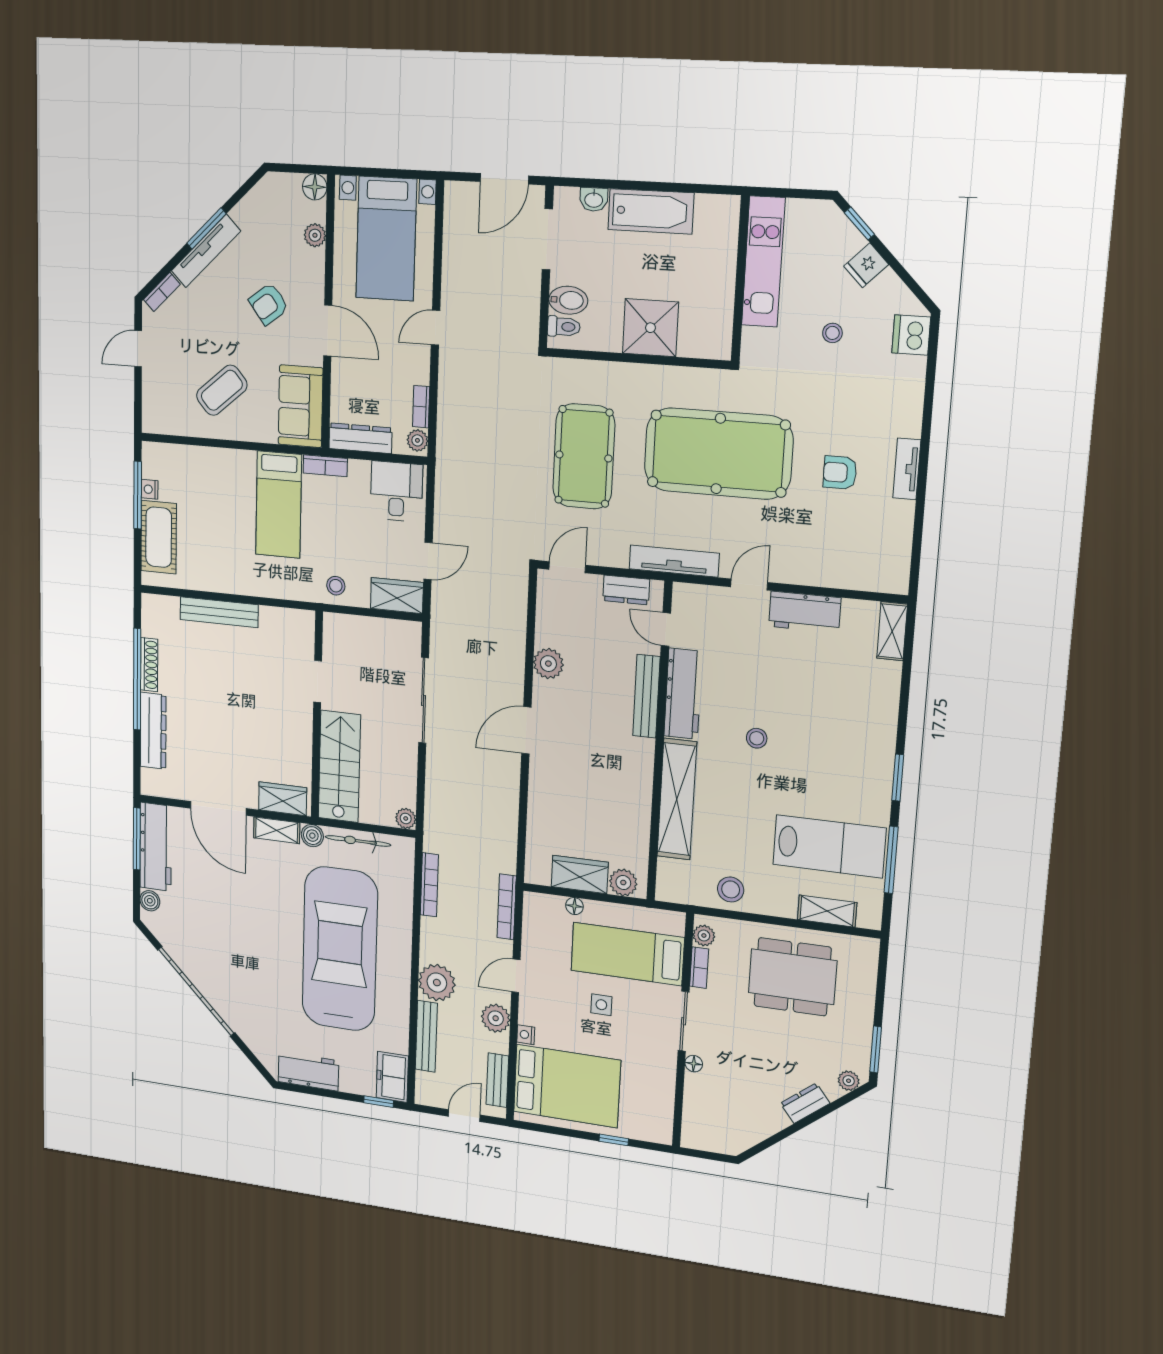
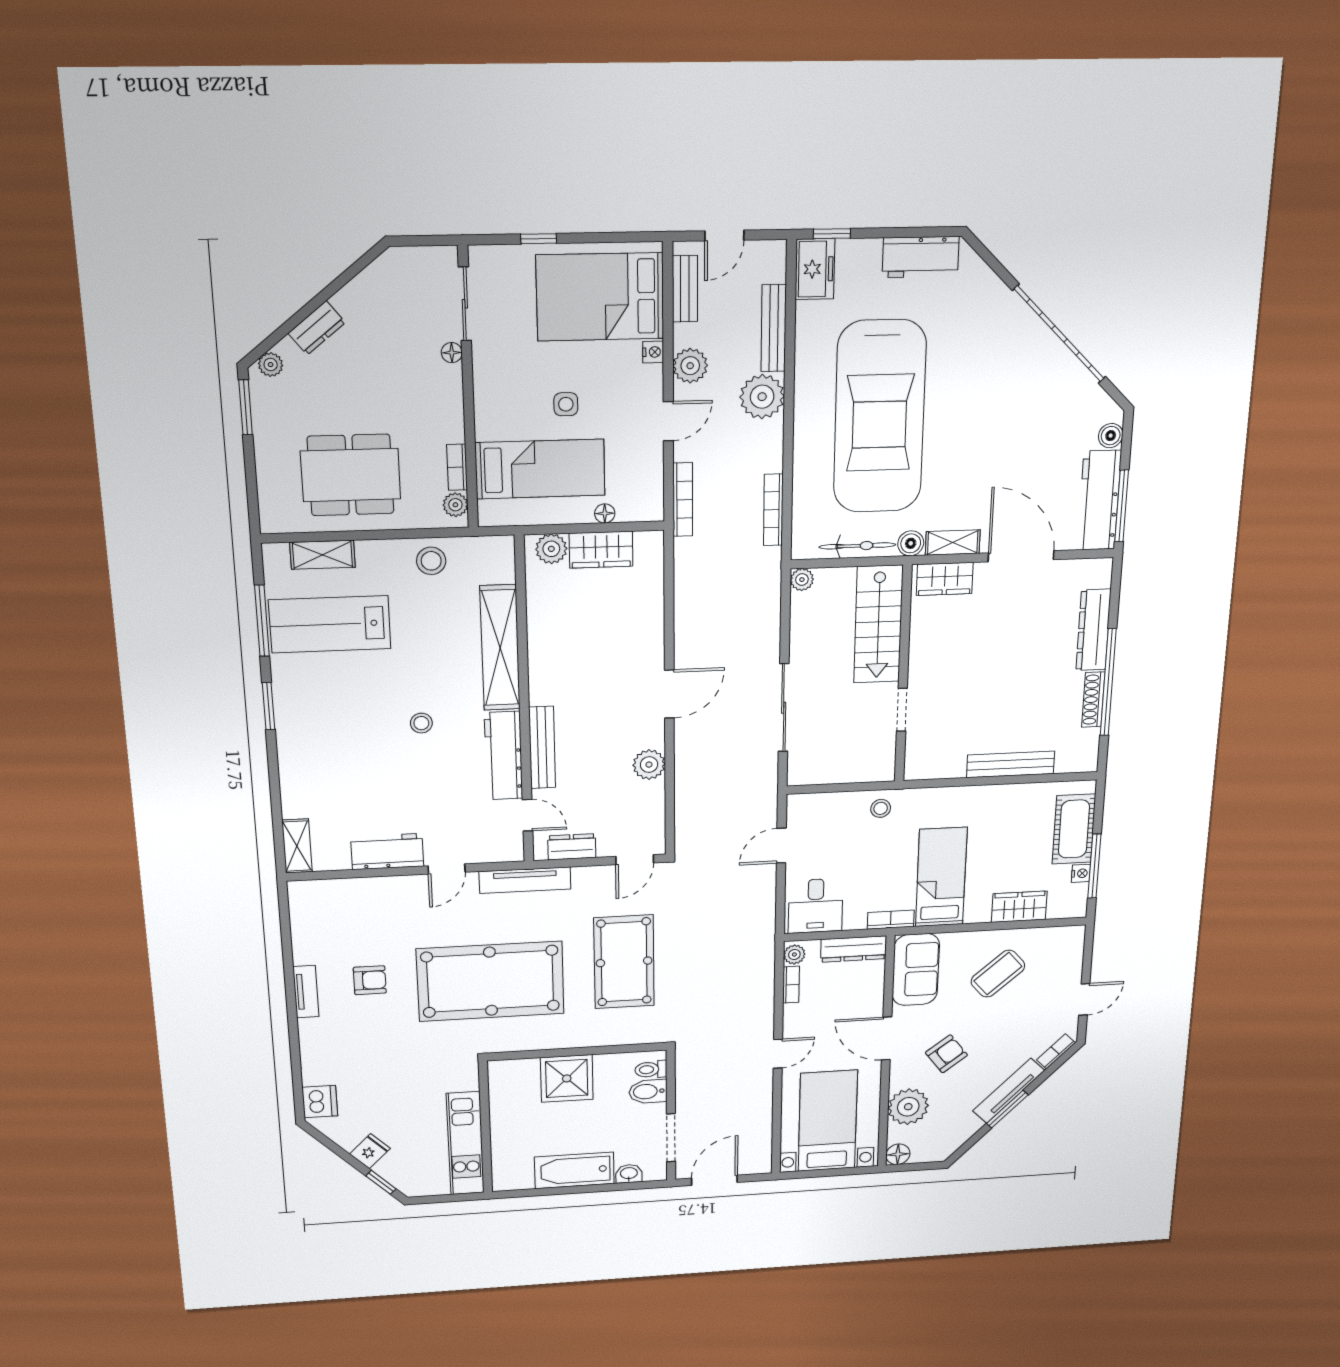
plant: (315, 235) -> (908, 1107), width x1.88, depth x1.88
stool: (832, 333) -> (393, 1095), removed
wardrobe: (397, 596) -> (1019, 907), moved, turned 180
sliding door: (684, 1021) -> (465, 304), moved

